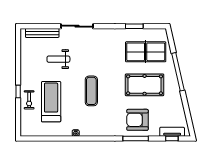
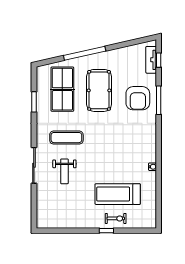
bench: (42, 33) -> (41, 204), removed
weight bench: (58, 59) -> (64, 171), moved
exercise mat: (91, 91) -> (66, 138), moved

